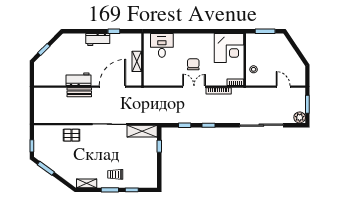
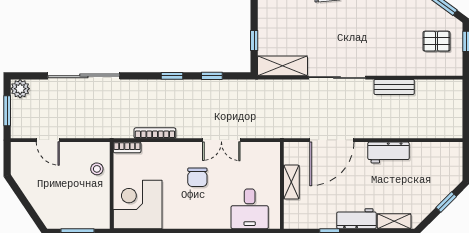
shelving: (75, 38) -> (394, 221), added
double door: (194, 87) -> (221, 140), moved
bench: (79, 92) -> (394, 87), moved
pallet: (71, 135) -> (436, 41), moved

